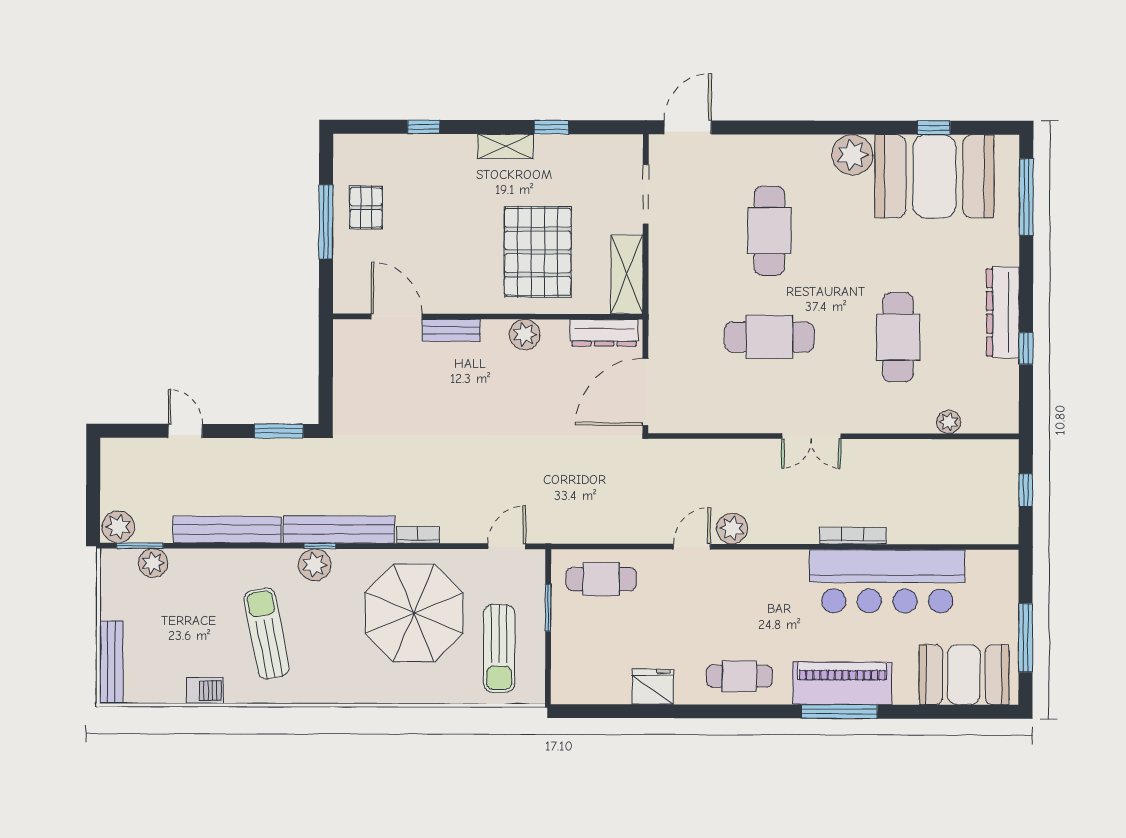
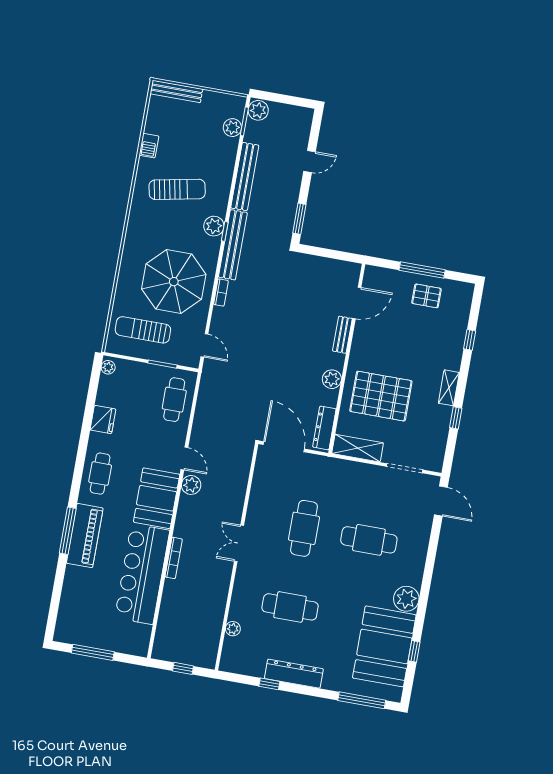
booth: (964, 675) -> (157, 498), moved
plant: (568, 693) -> (108, 367), added

